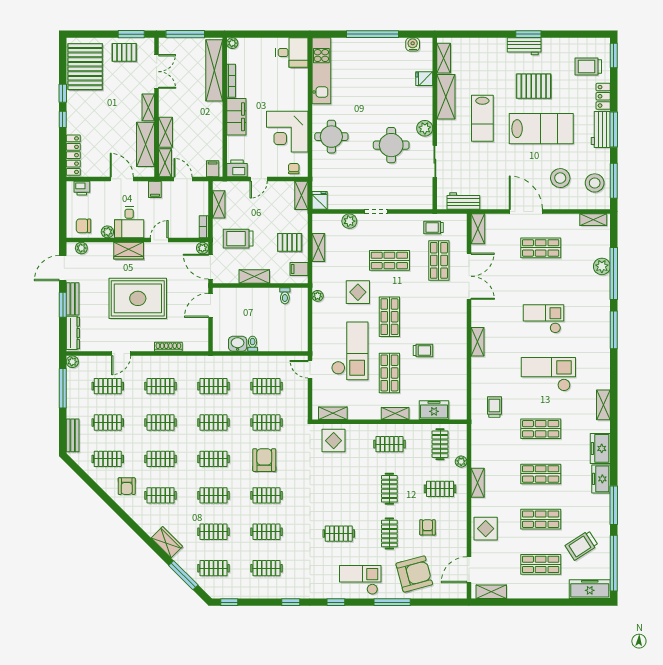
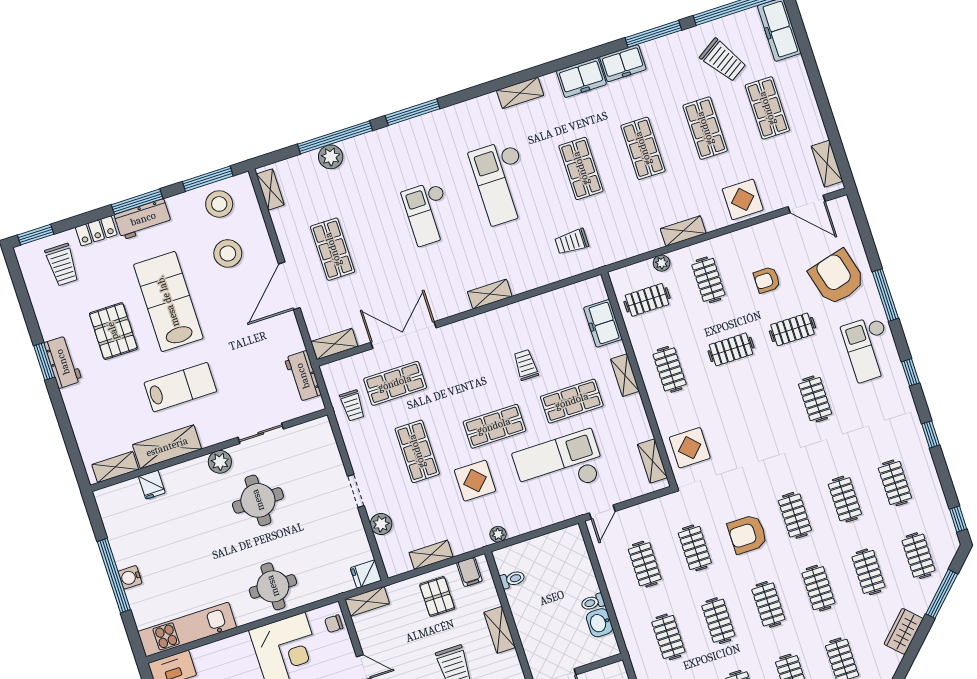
water cooler: (413, 44) -> (130, 577), moved

